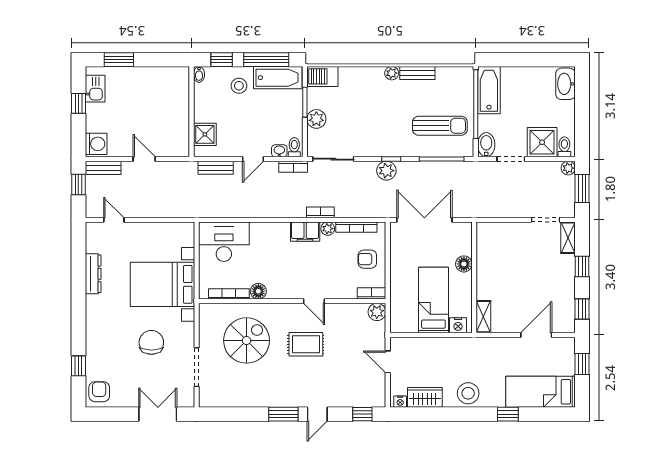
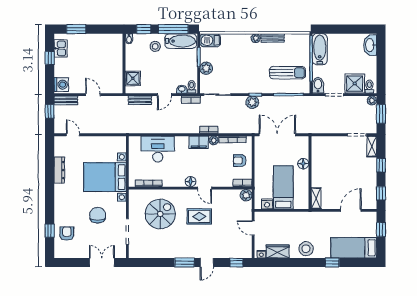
desk: (224, 242) -> (158, 149), moved
floor lamp: (258, 291) -> (191, 182), moved
nightstand: (458, 325) -> (267, 204), moved
armchair: (99, 392) -> (67, 234), moved

